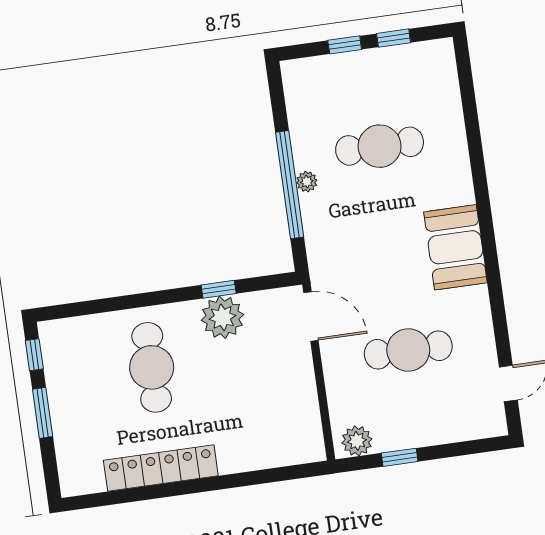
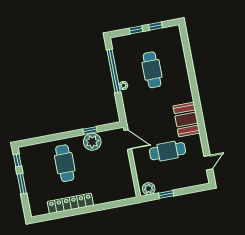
cafe table: (380, 146) -> (152, 70), turned 90
window: (290, 185) -> (114, 71), moved
booth: (455, 247) -> (186, 119), moved

